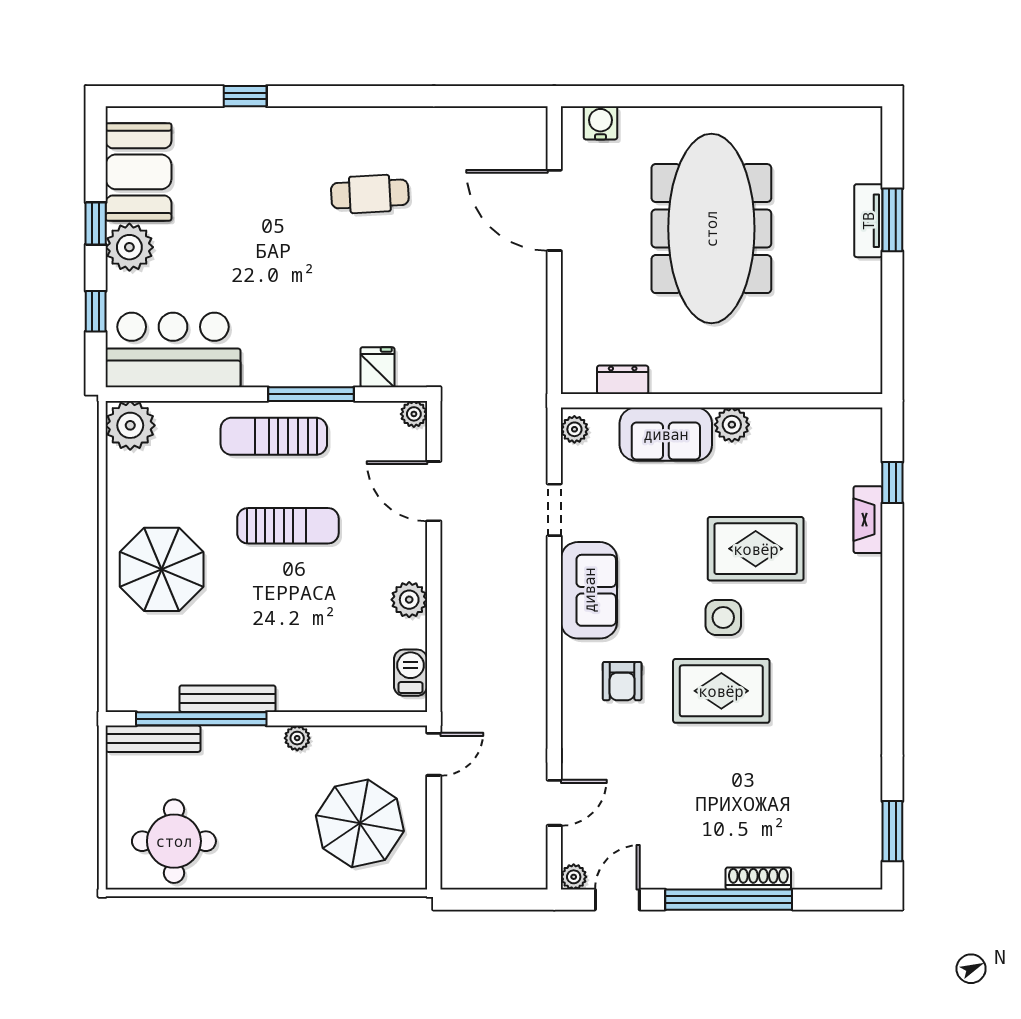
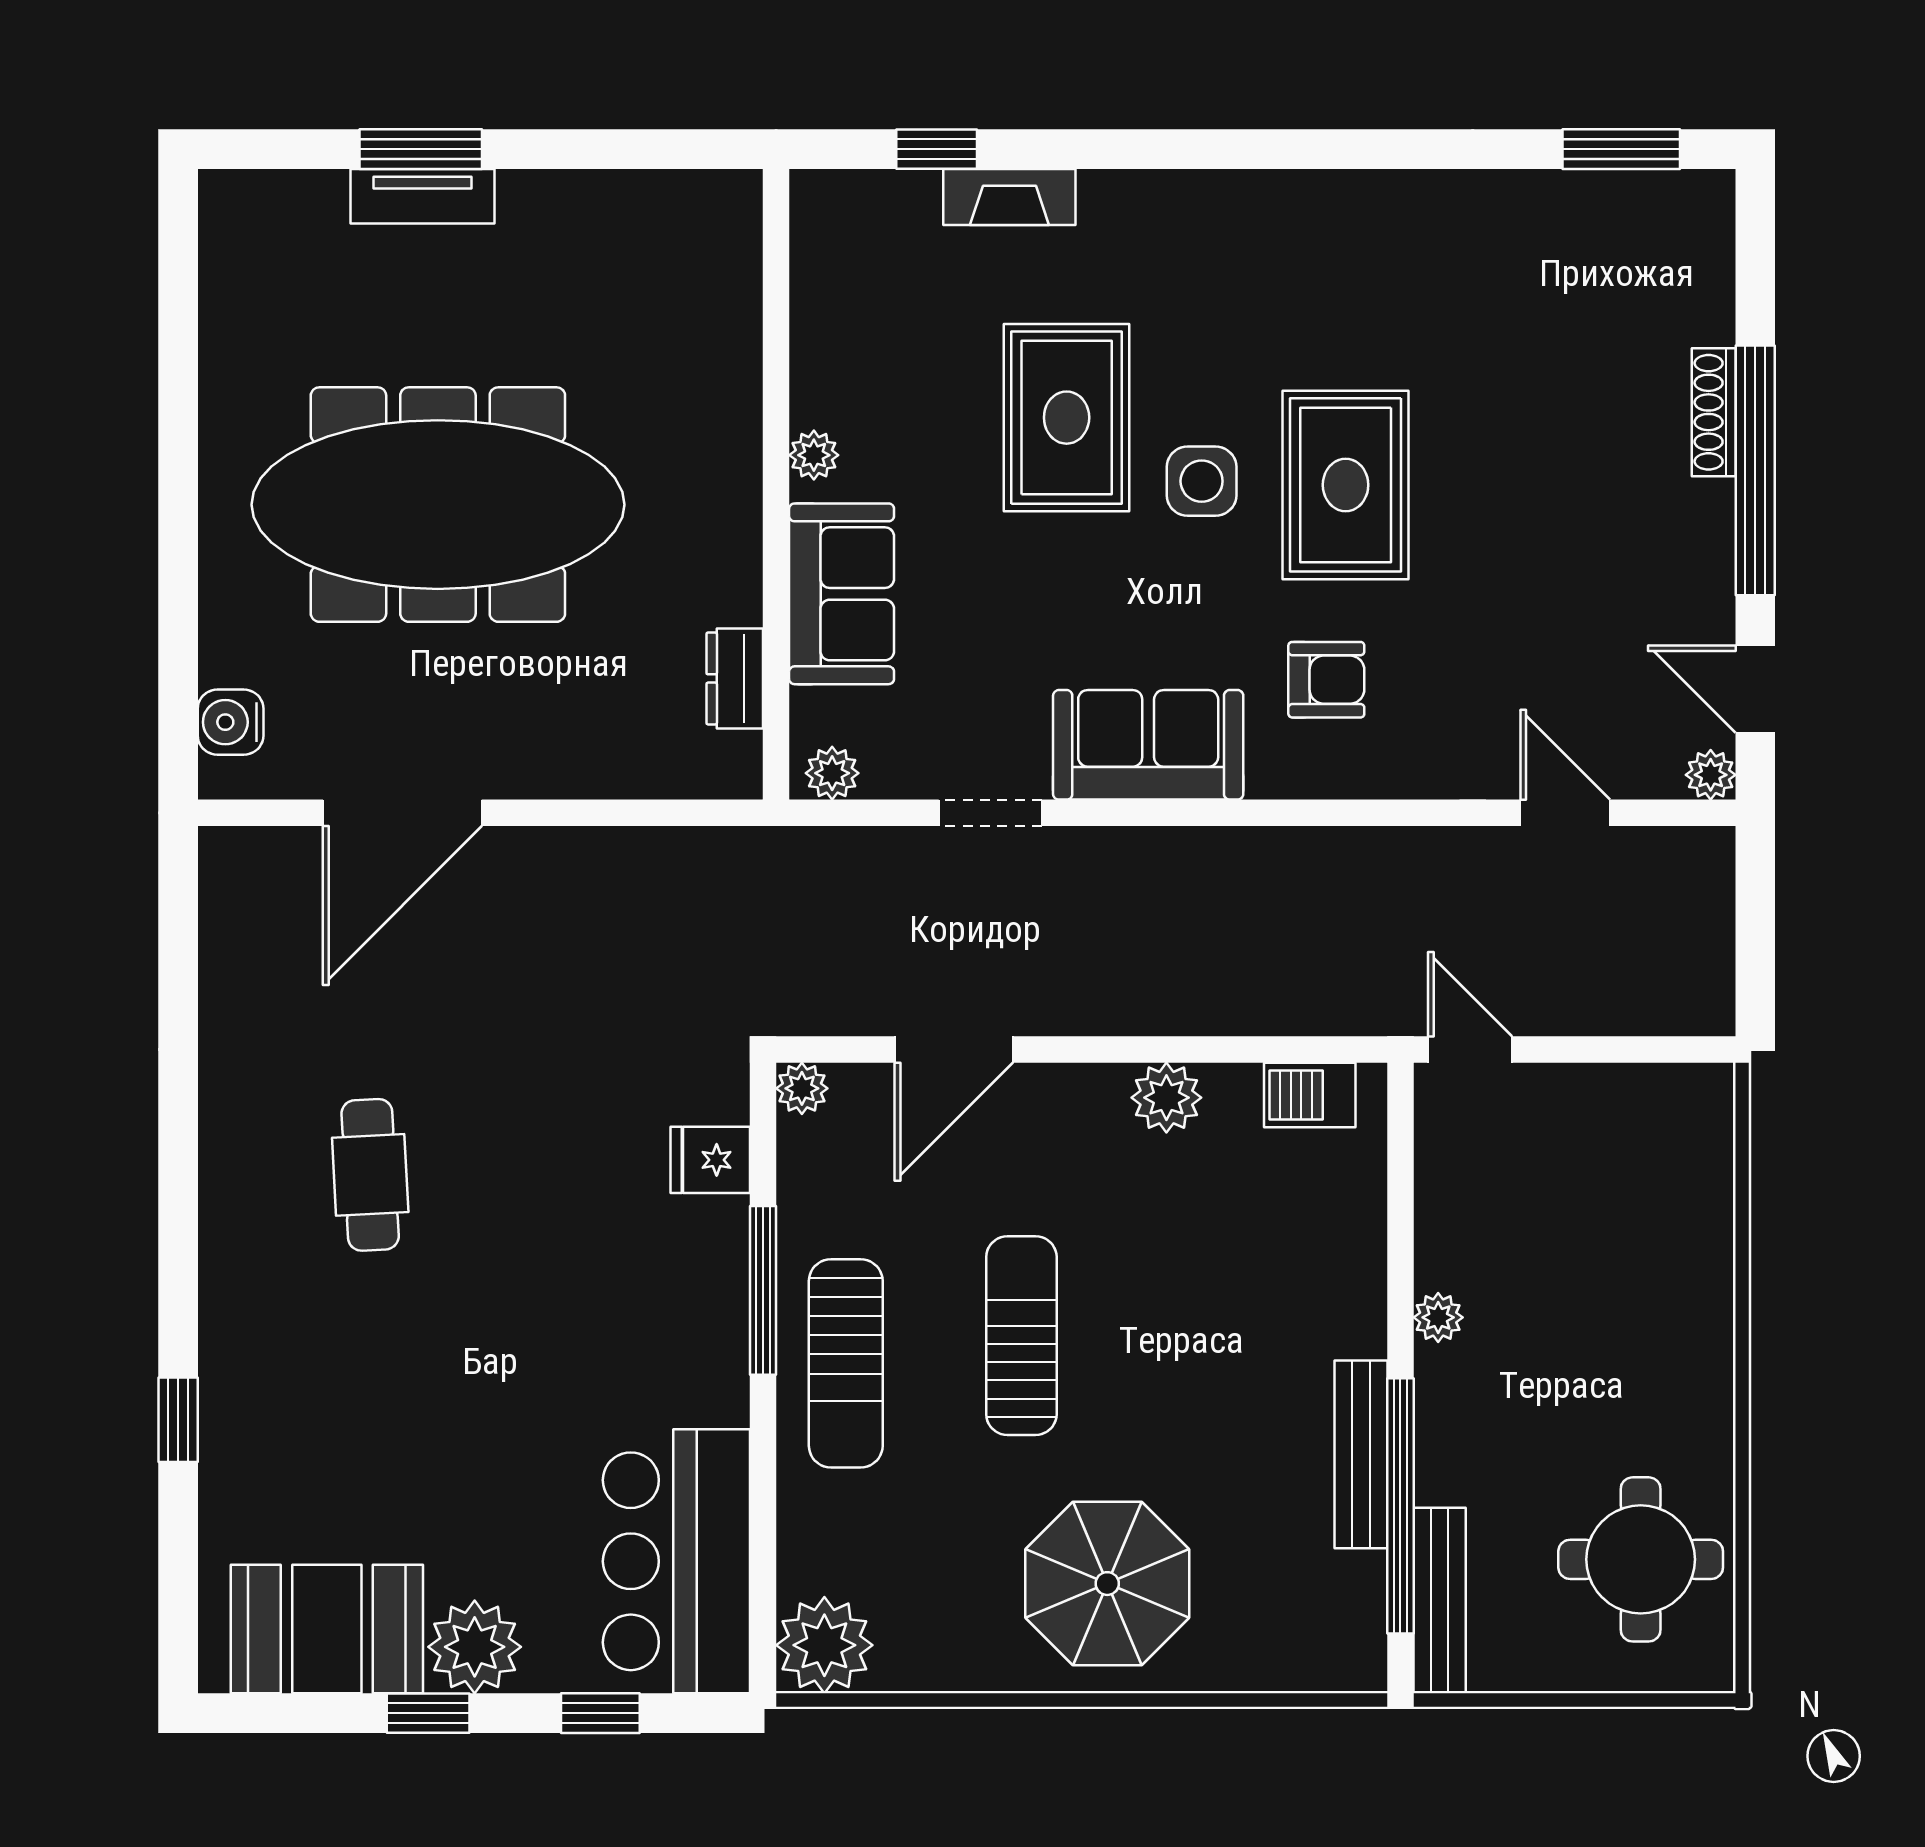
plant: (732, 425) -> (814, 455), width x0.73, depth x0.73
parasol: (360, 823) -> (1606, 1194), removed

